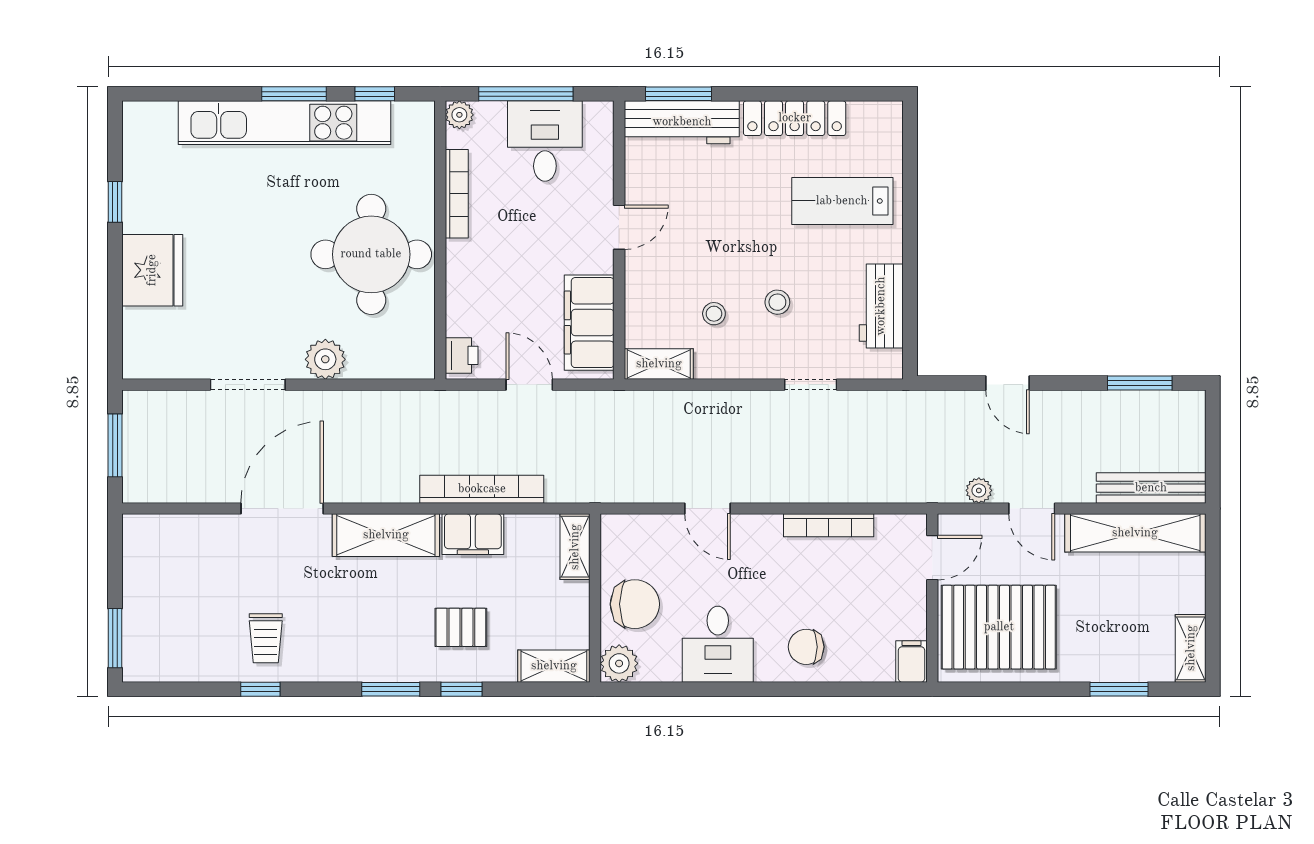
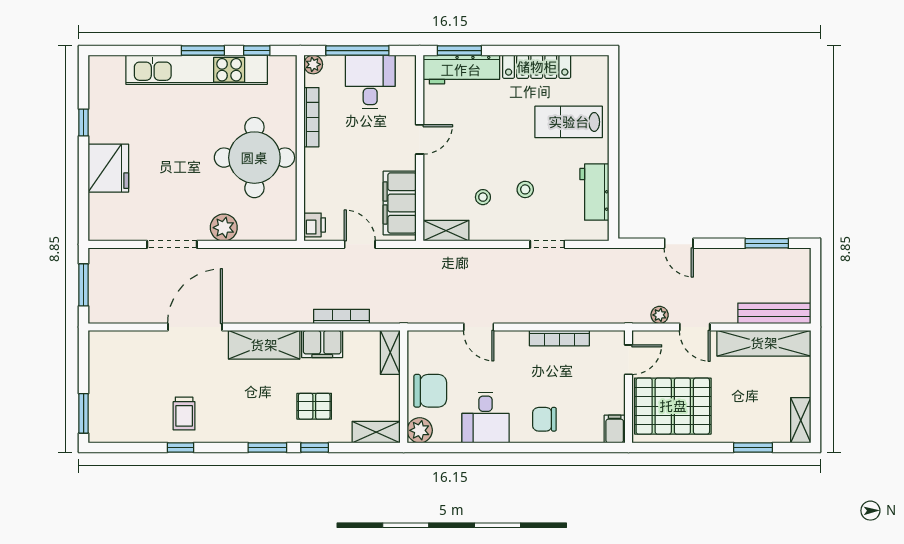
bookcase: (482, 489) -> (342, 316), width x0.68, depth x0.76

